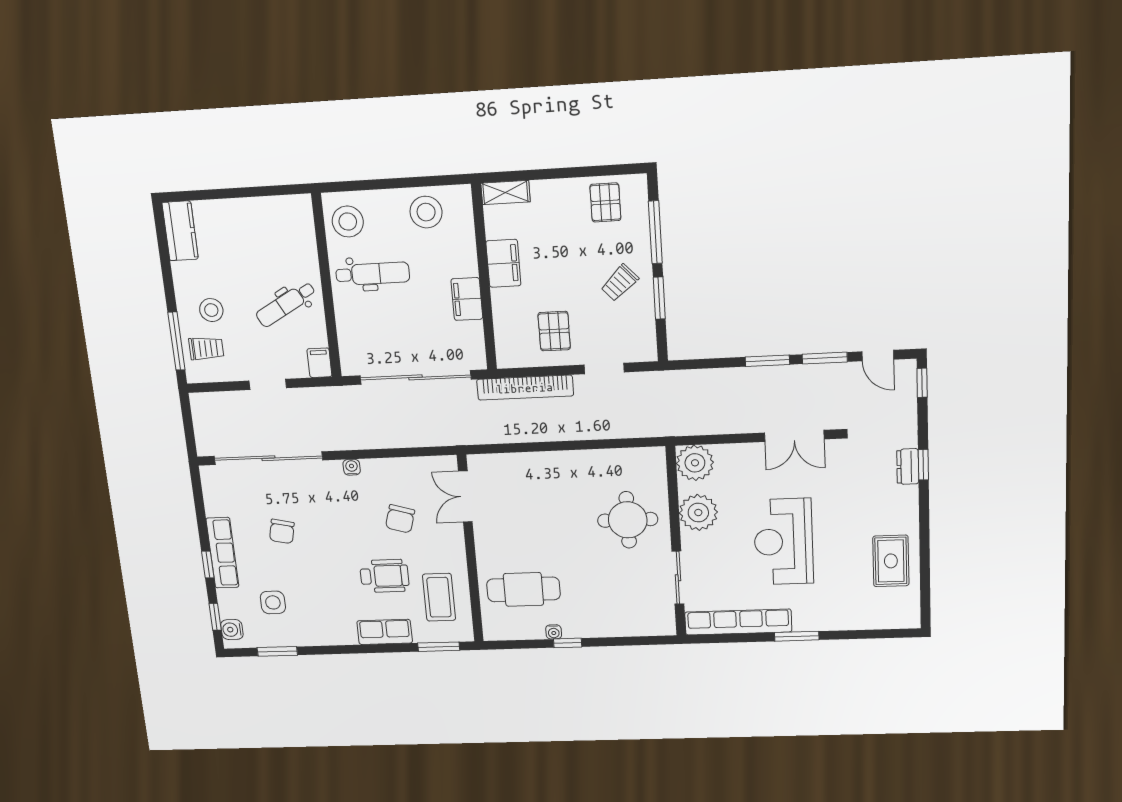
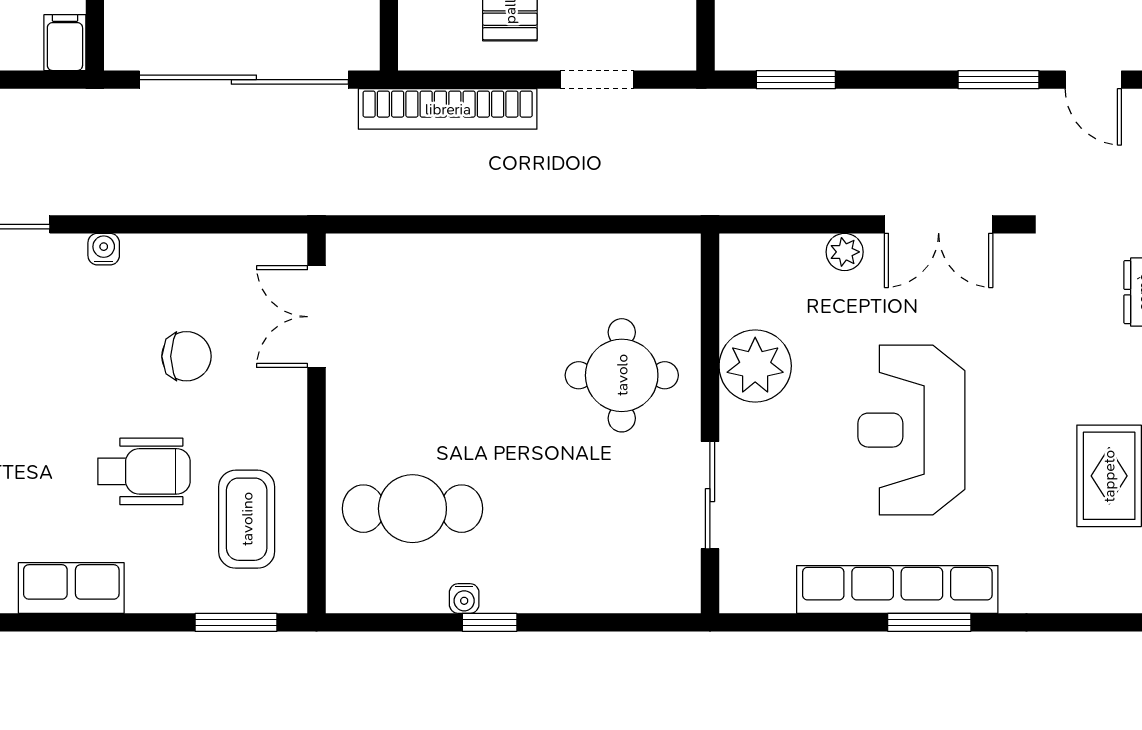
window: (767, 361) -> (796, 80), moved
plant: (695, 463) -> (845, 252), moved, width x0.53, depth x0.53
chair: (400, 519) -> (186, 356), turned -106
row of seats: (738, 622) -> (897, 589), moved
row of seats: (385, 632) -> (71, 588), moved

